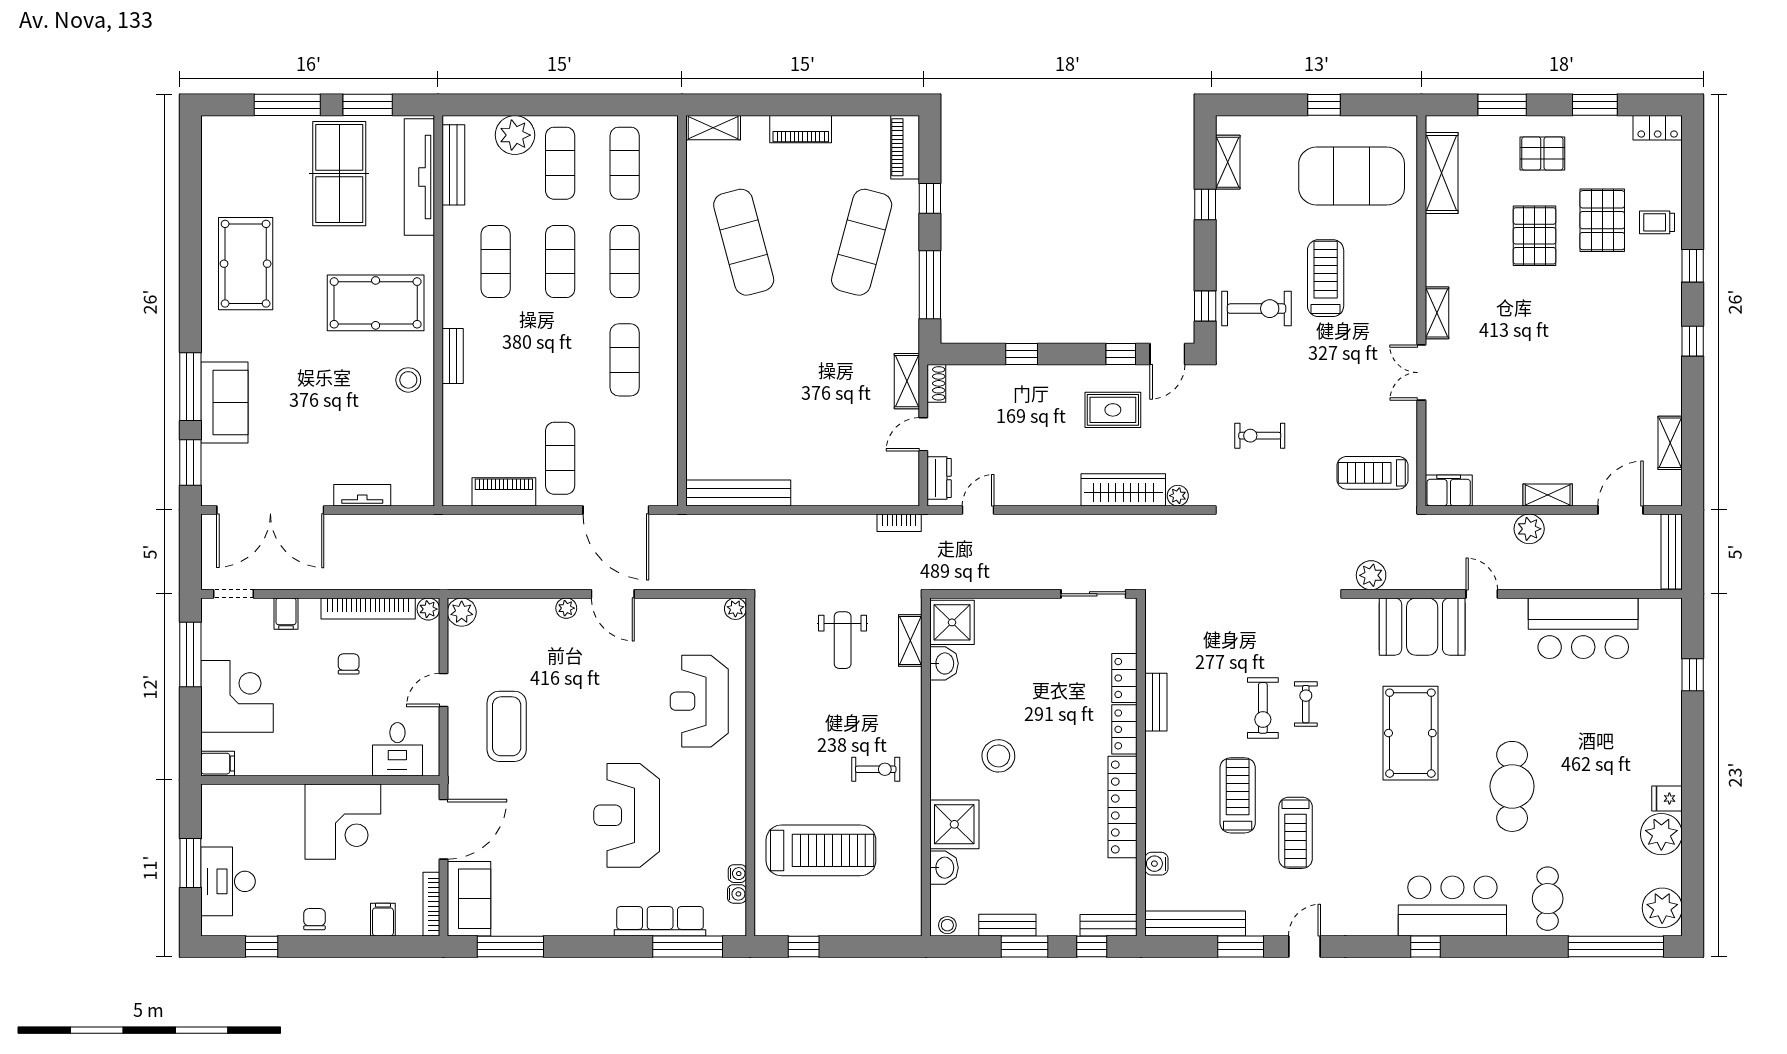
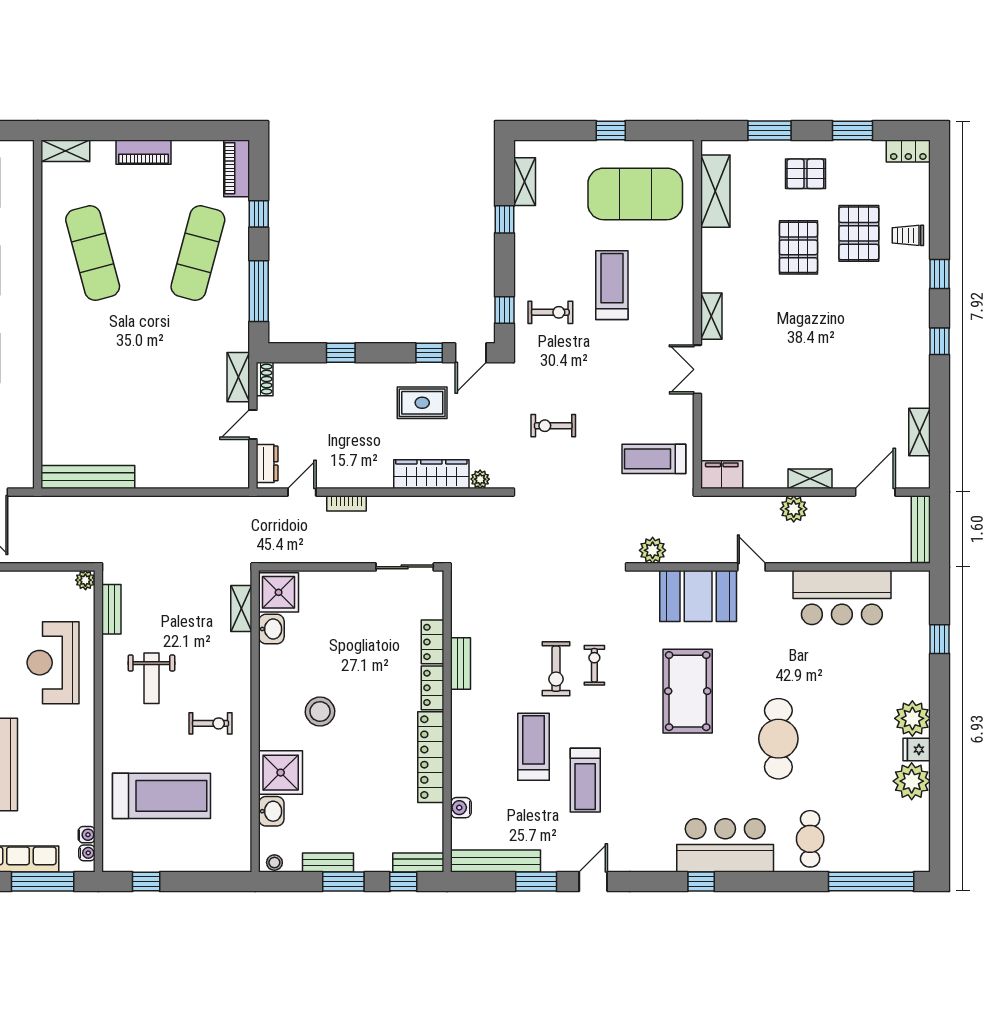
exercise bike: (1257, 309) -> (550, 312), width x0.73, depth x0.72
bookcase: (899, 523) -> (347, 503), moved
weight bench: (843, 640) -> (151, 678), moved
bench: (765, 641) -> (111, 609), added
water cooler: (737, 874) -> (87, 853), moved
plant: (1662, 908) -> (912, 718), moved

